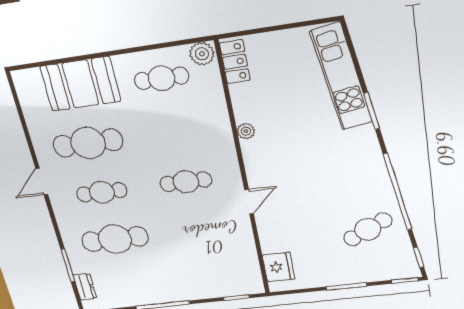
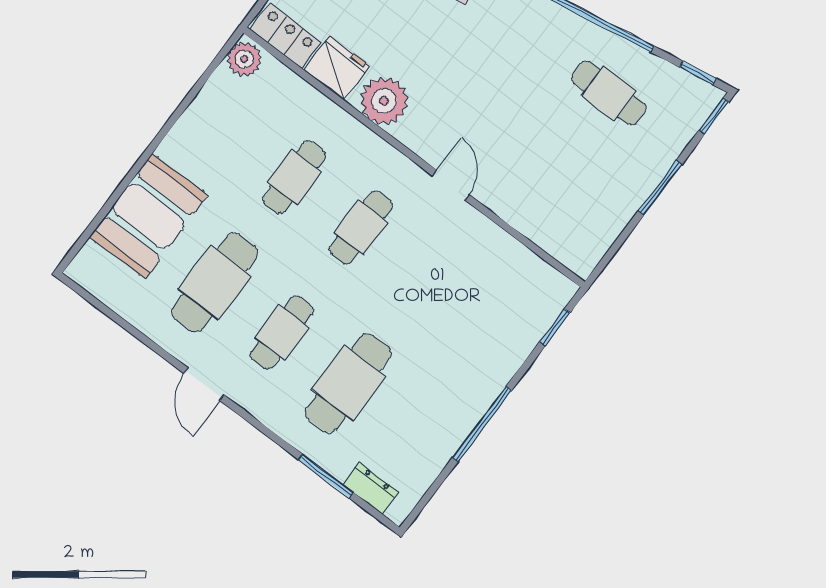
cafe table: (162, 78) -> (294, 177), moved
plant: (246, 131) -> (384, 101), width x1.87, depth x1.87
cafe table: (368, 229) -> (609, 93), turned -63
fridge: (279, 267) -> (337, 68), moved

